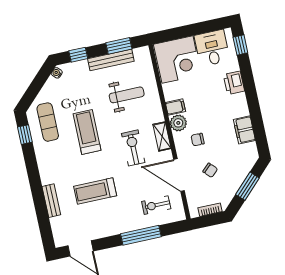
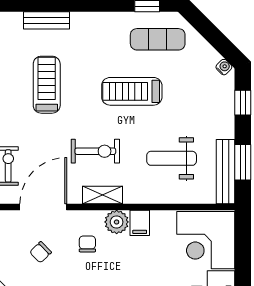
bench: (111, 60) -> (226, 172), moved
weight bench: (127, 95) -> (172, 158), turned 90
treadmill: (87, 132) -> (132, 91), turned 180

